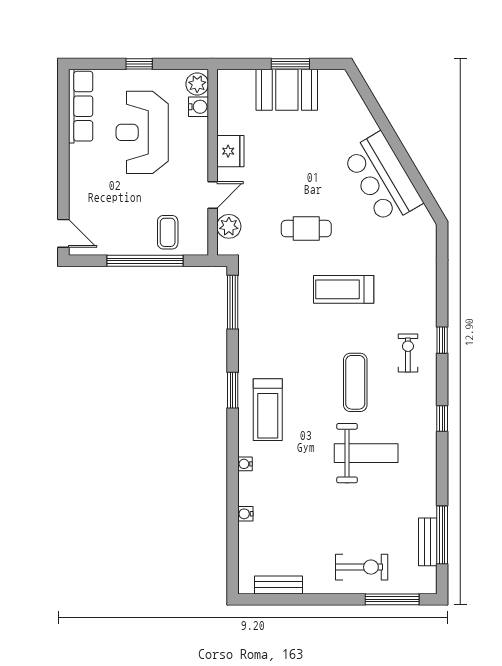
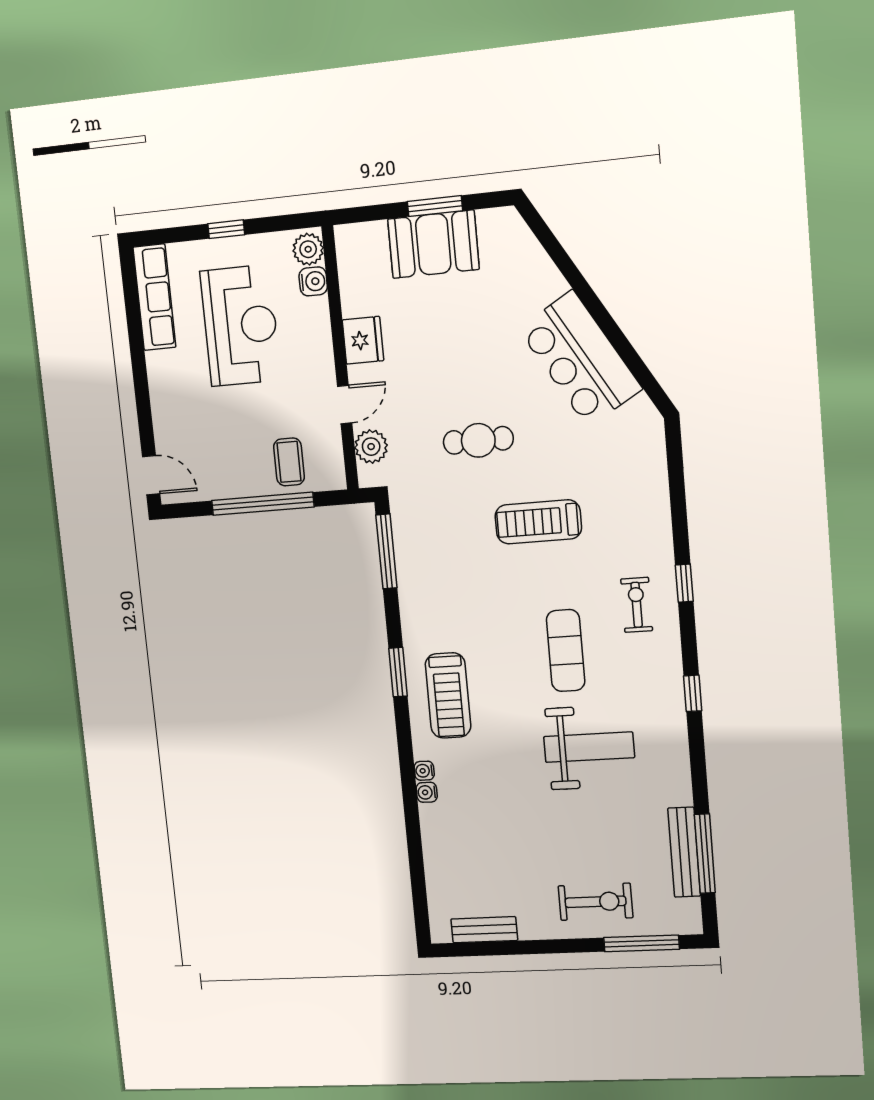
reception desk: (142, 132) -> (240, 326), turned 180
water cooler: (245, 514) -> (427, 792), moved
bench: (428, 542) -> (684, 852), width x1.36

